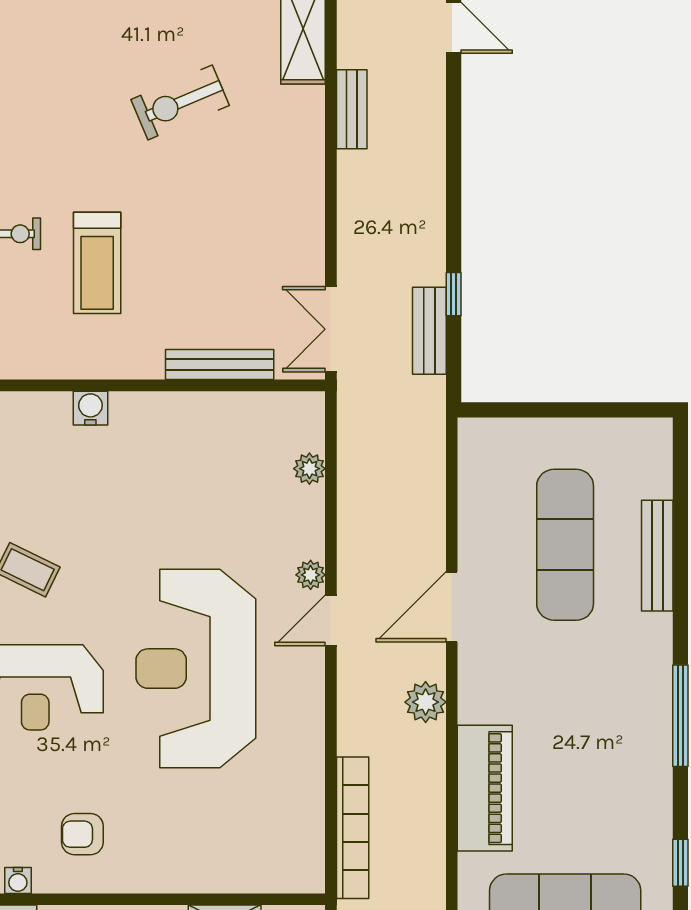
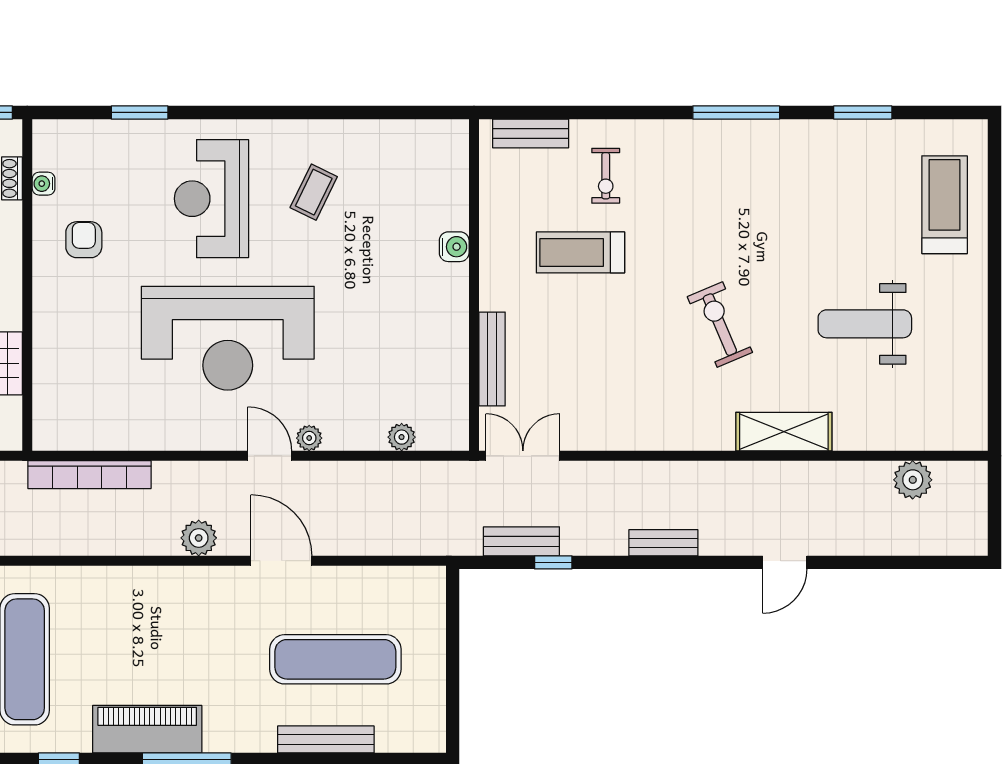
bench: (352, 109) -> (663, 543), moved
reception desk: (196, 669) -> (228, 338), turned 180
piano: (485, 788) -> (147, 729), moved, turned 180

